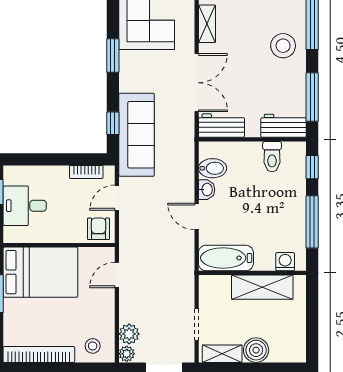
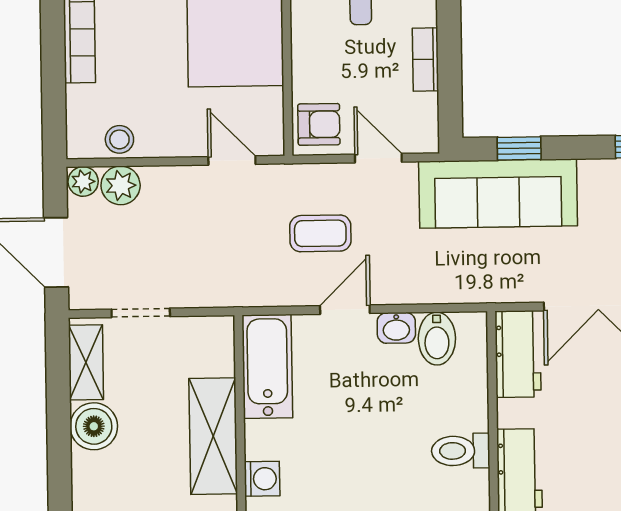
bookcase: (86, 172) -> (425, 59), moved
coffee table: (156, 229) -> (320, 233), added
stool: (93, 346) -> (119, 139), moved

